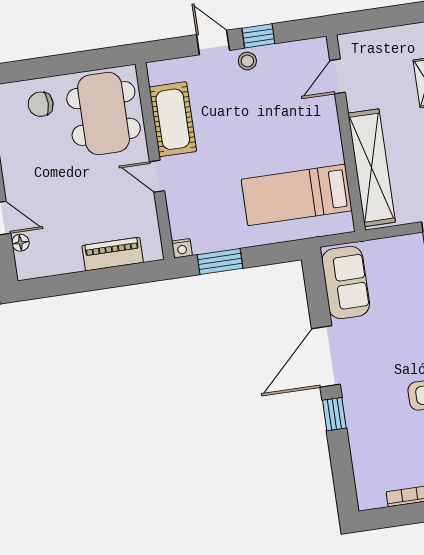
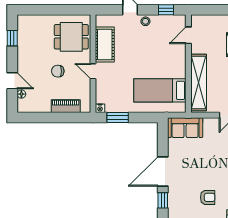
window: (258, 36) -> (166, 10), moved
chair: (41, 104) -> (58, 71), moved
dining table: (104, 113) -> (71, 37), width x0.73
sofa: (346, 282) -> (185, 128), moved, turned 90

